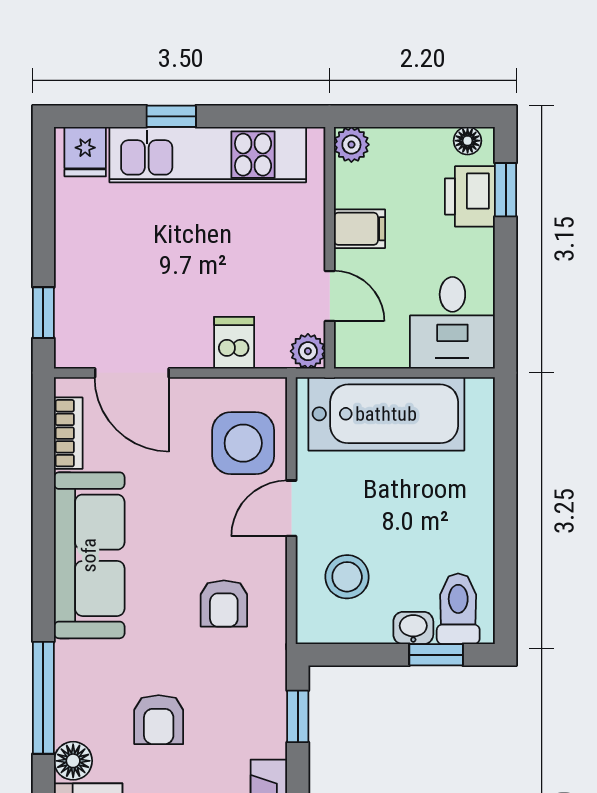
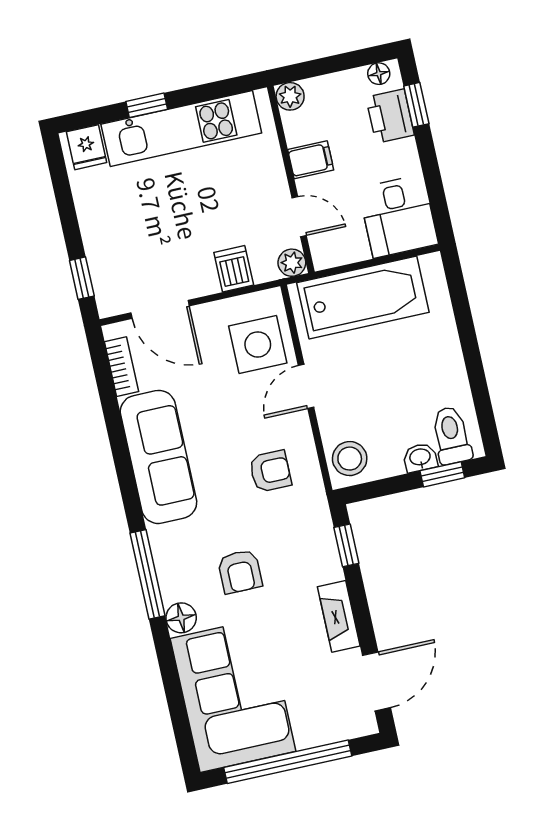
stool: (347, 577) -> (350, 459), moved
armchair: (224, 604) -> (270, 471), turned -90

